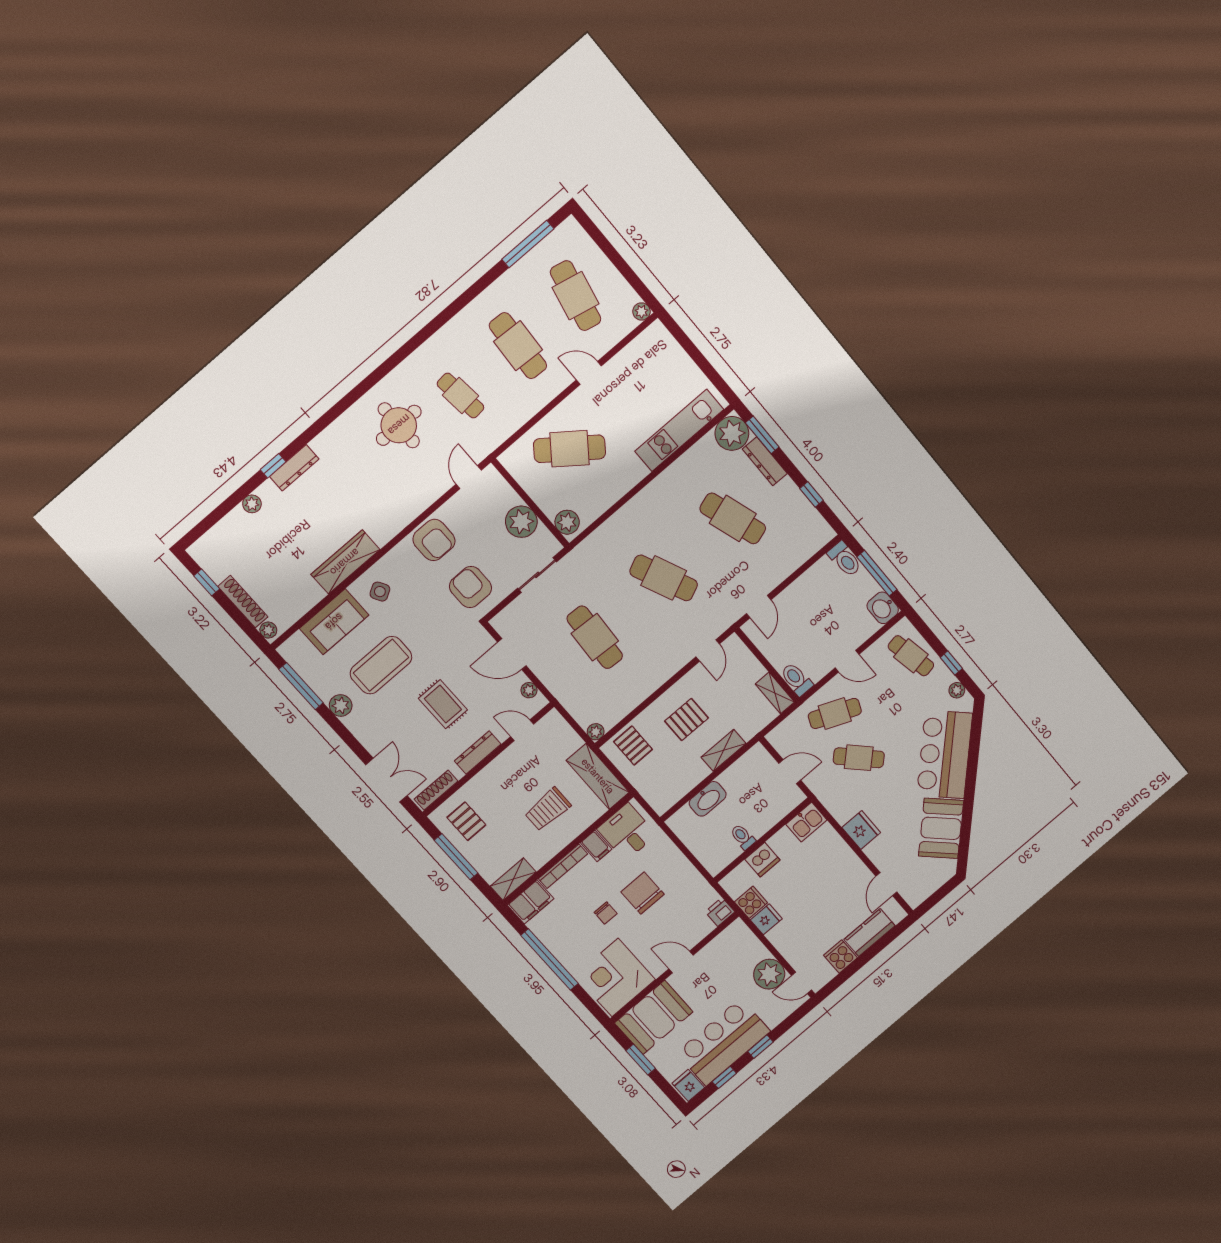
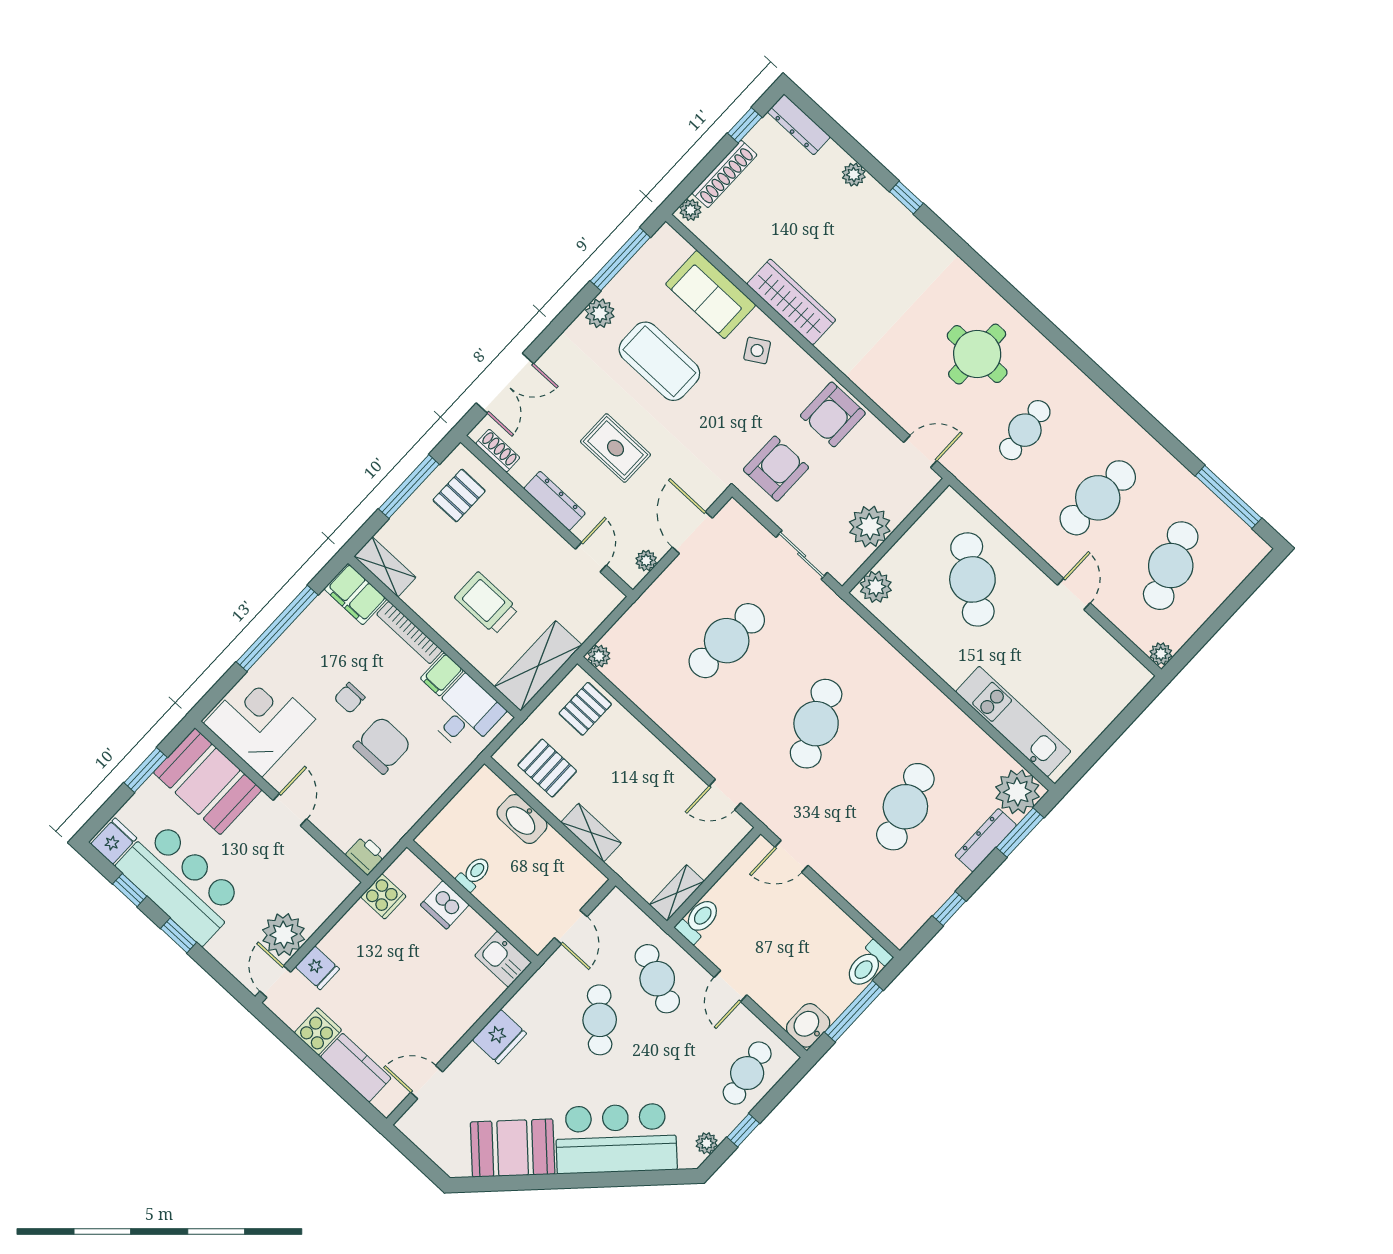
cafe table: (576, 296) -> (1171, 566), turned -33
dresser: (294, 468) -> (799, 124), moved
rug: (443, 704) -> (616, 448), turned 90
pallet: (686, 720) -> (547, 768), moved
shoe rack: (436, 790) -> (498, 451), width x0.70
fridge: (766, 919) -> (317, 968), moved

